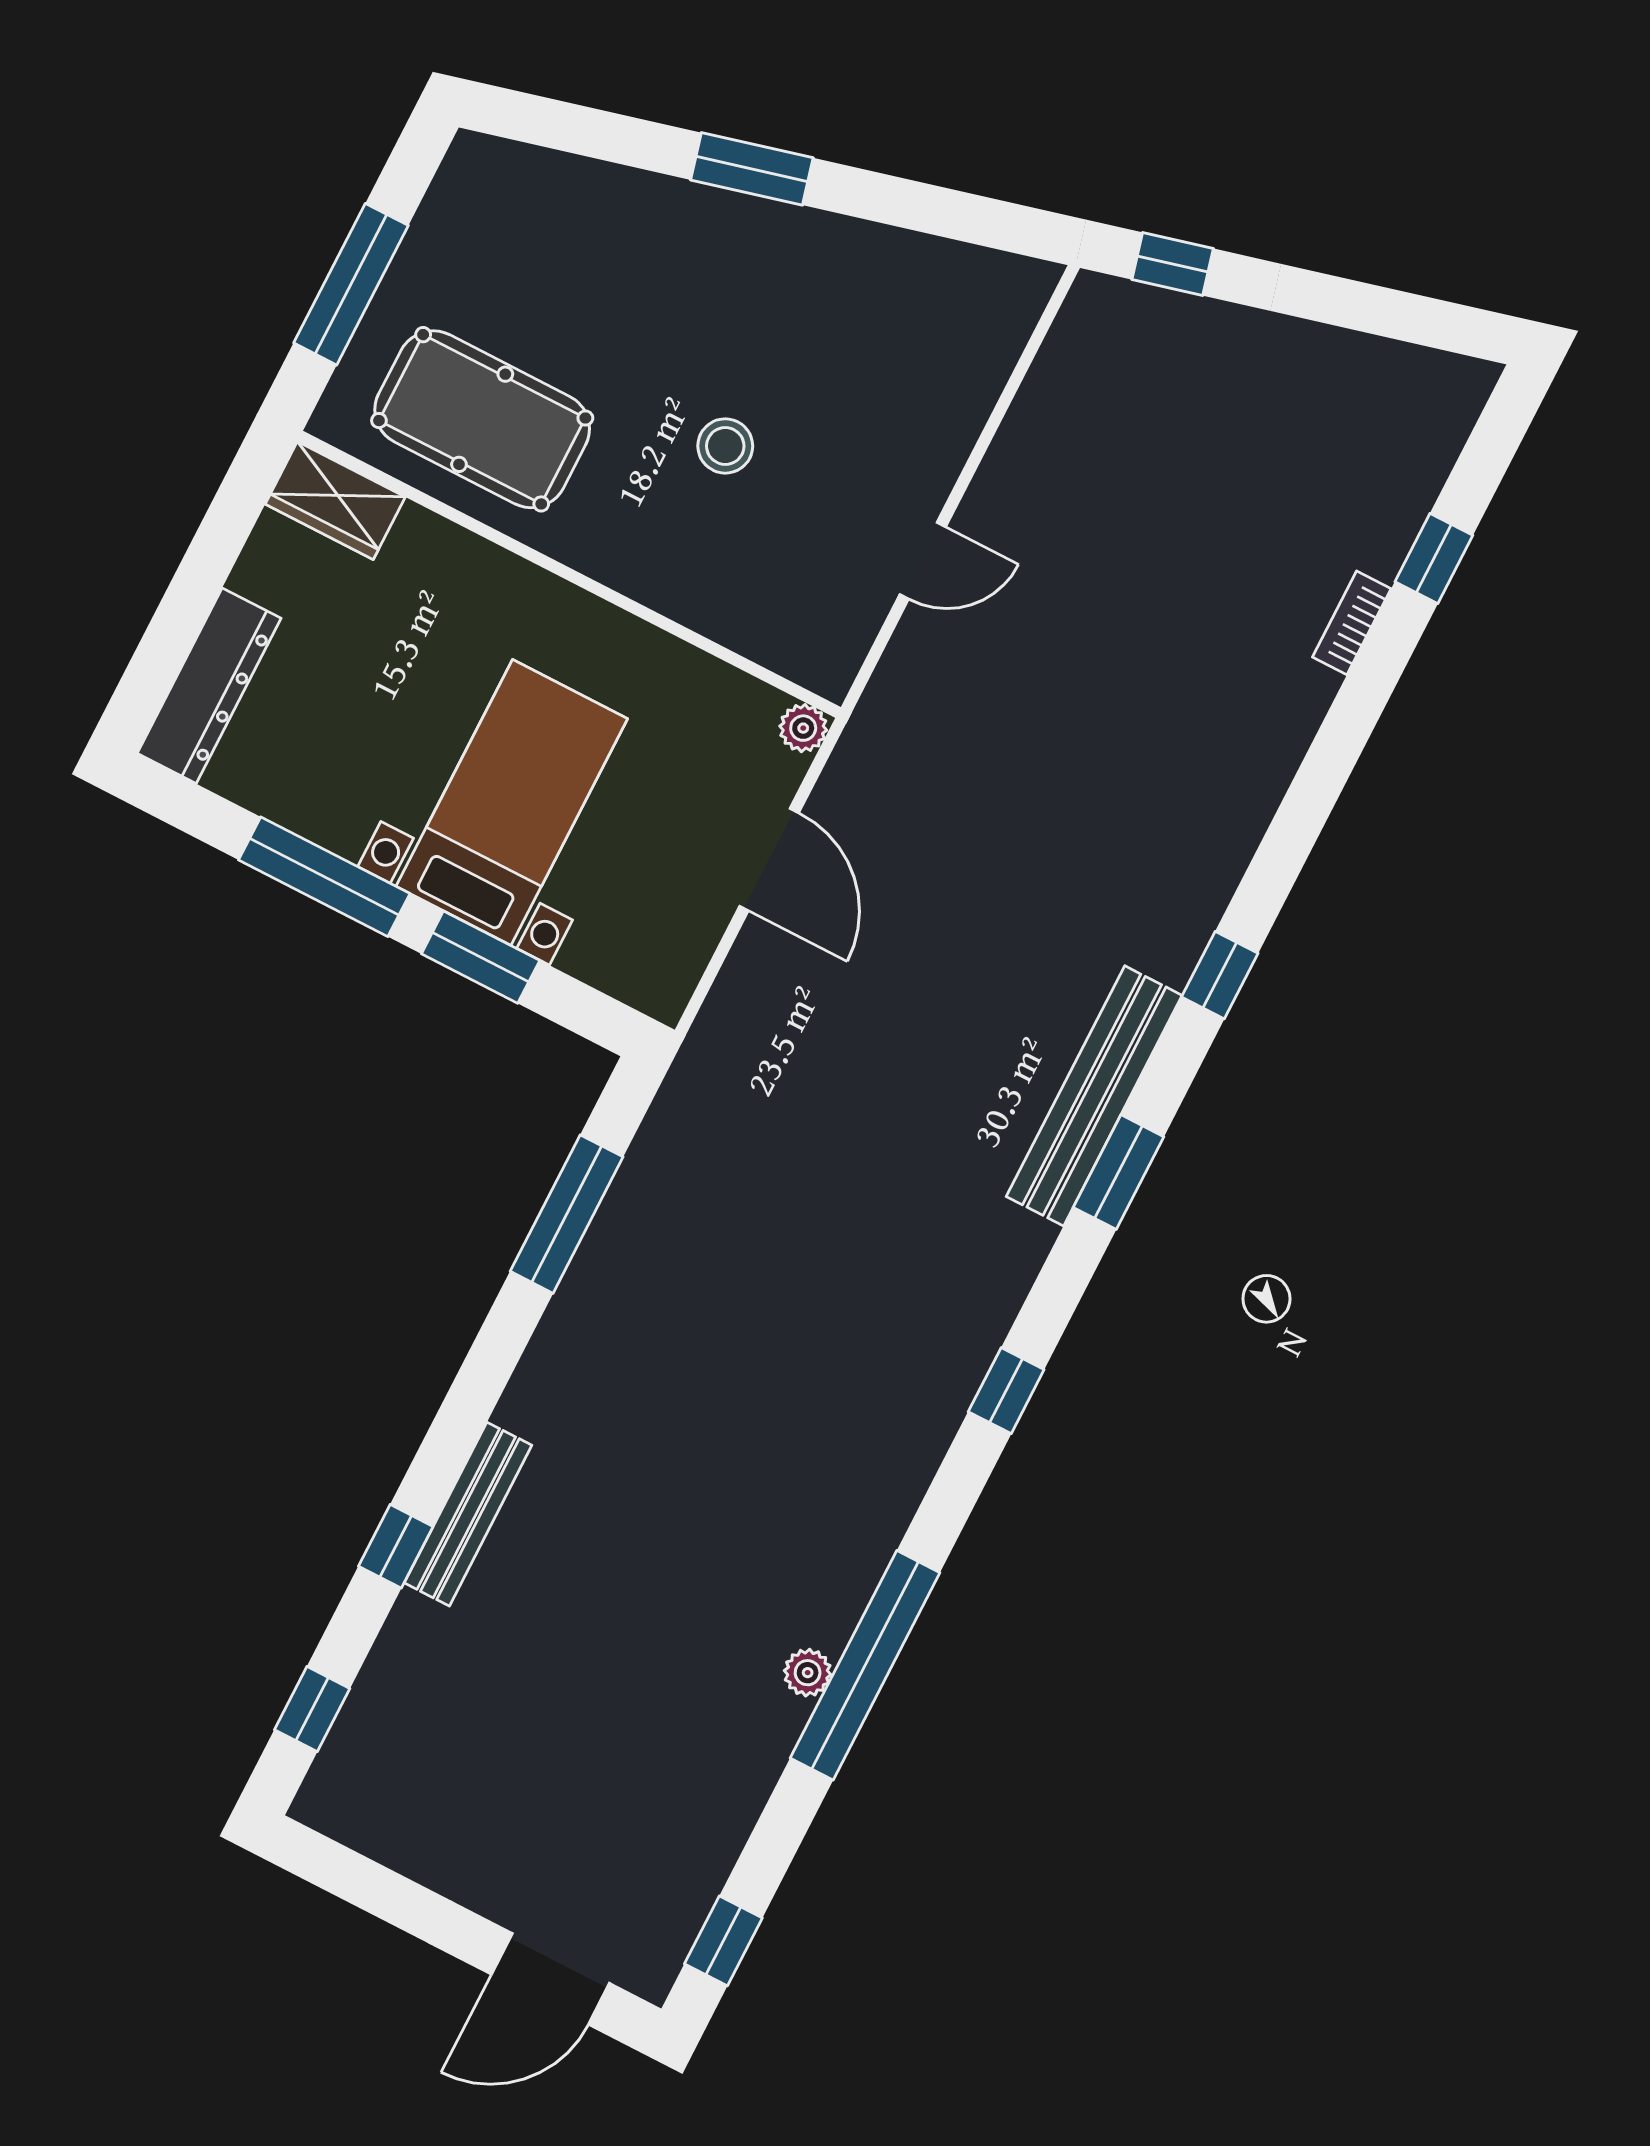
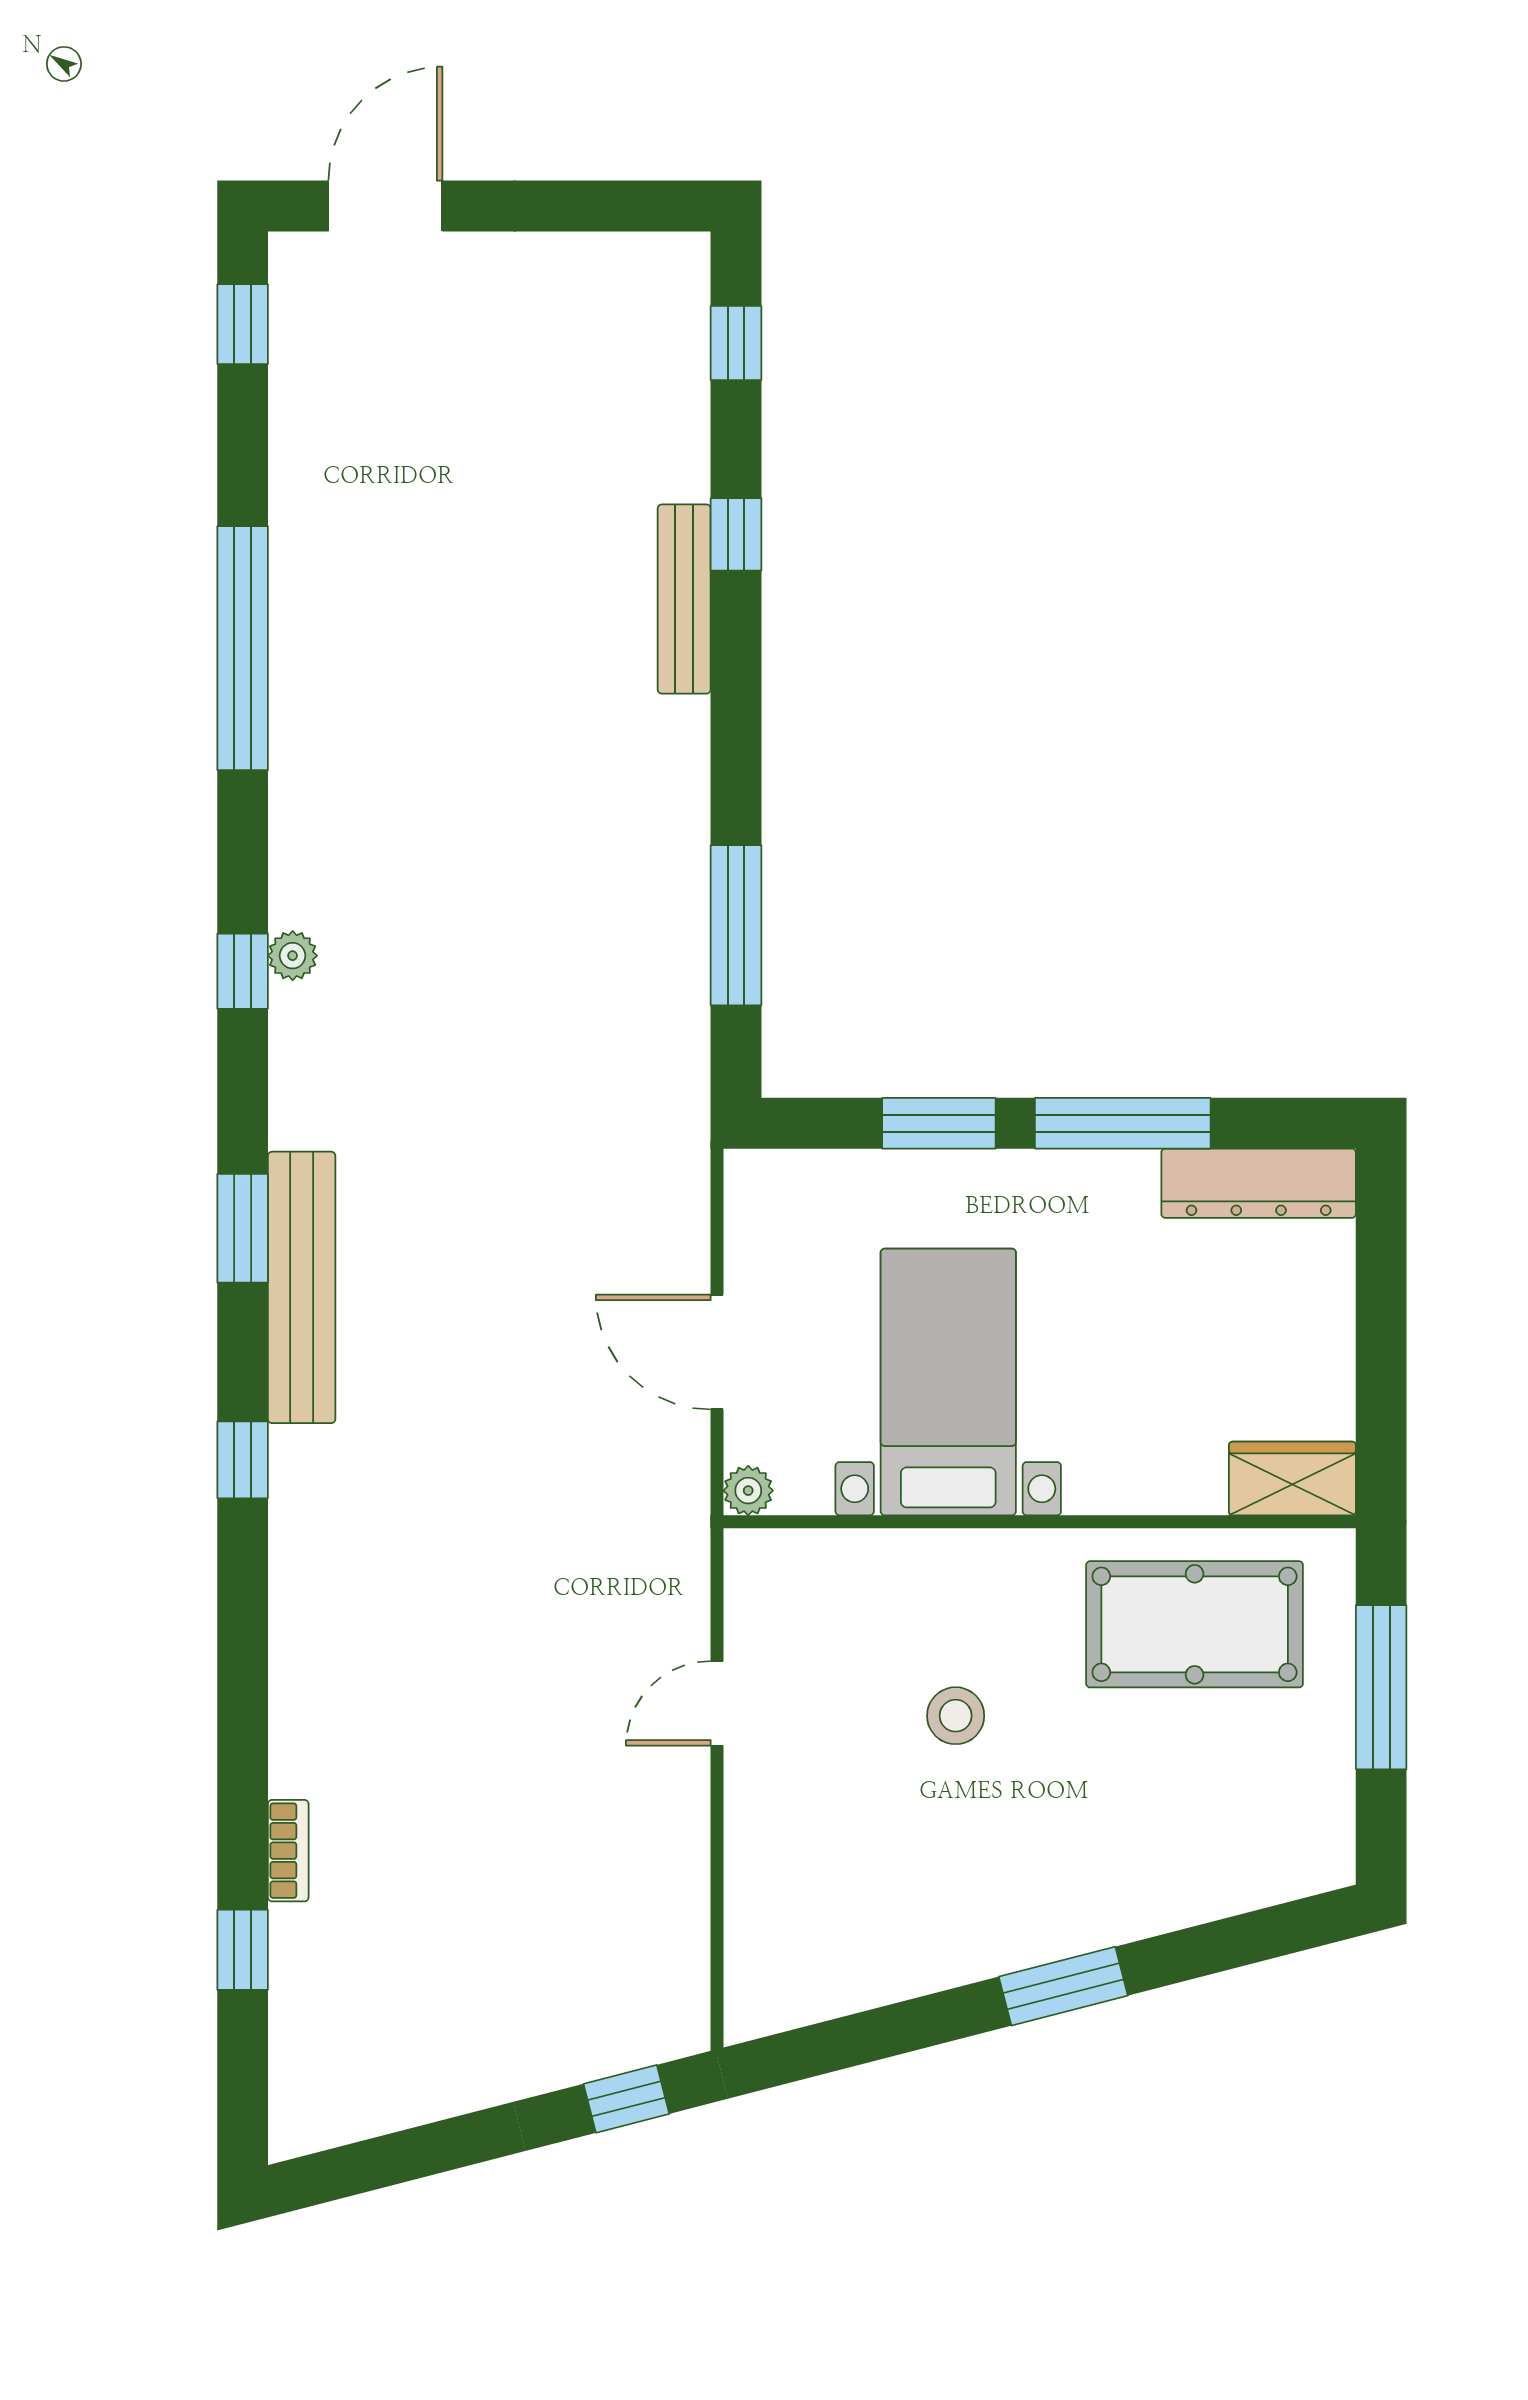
dresser: (209, 686) -> (1259, 1183), moved, turned -90
bed with nightstands: (512, 802) -> (948, 1382), moved, turned 180
plant: (808, 1673) -> (293, 956), moved

